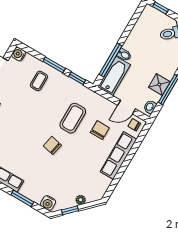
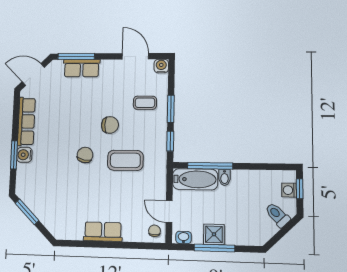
washing machine: (158, 16) -> (289, 190), added
chair: (100, 130) -> (110, 125), moved
row of seats: (119, 156) -> (103, 232), width x0.68
plant: (81, 200) -> (44, 217), removed
water cooler: (48, 203) -> (24, 155), moved
window: (70, 210) -> (27, 212), width x1.50

